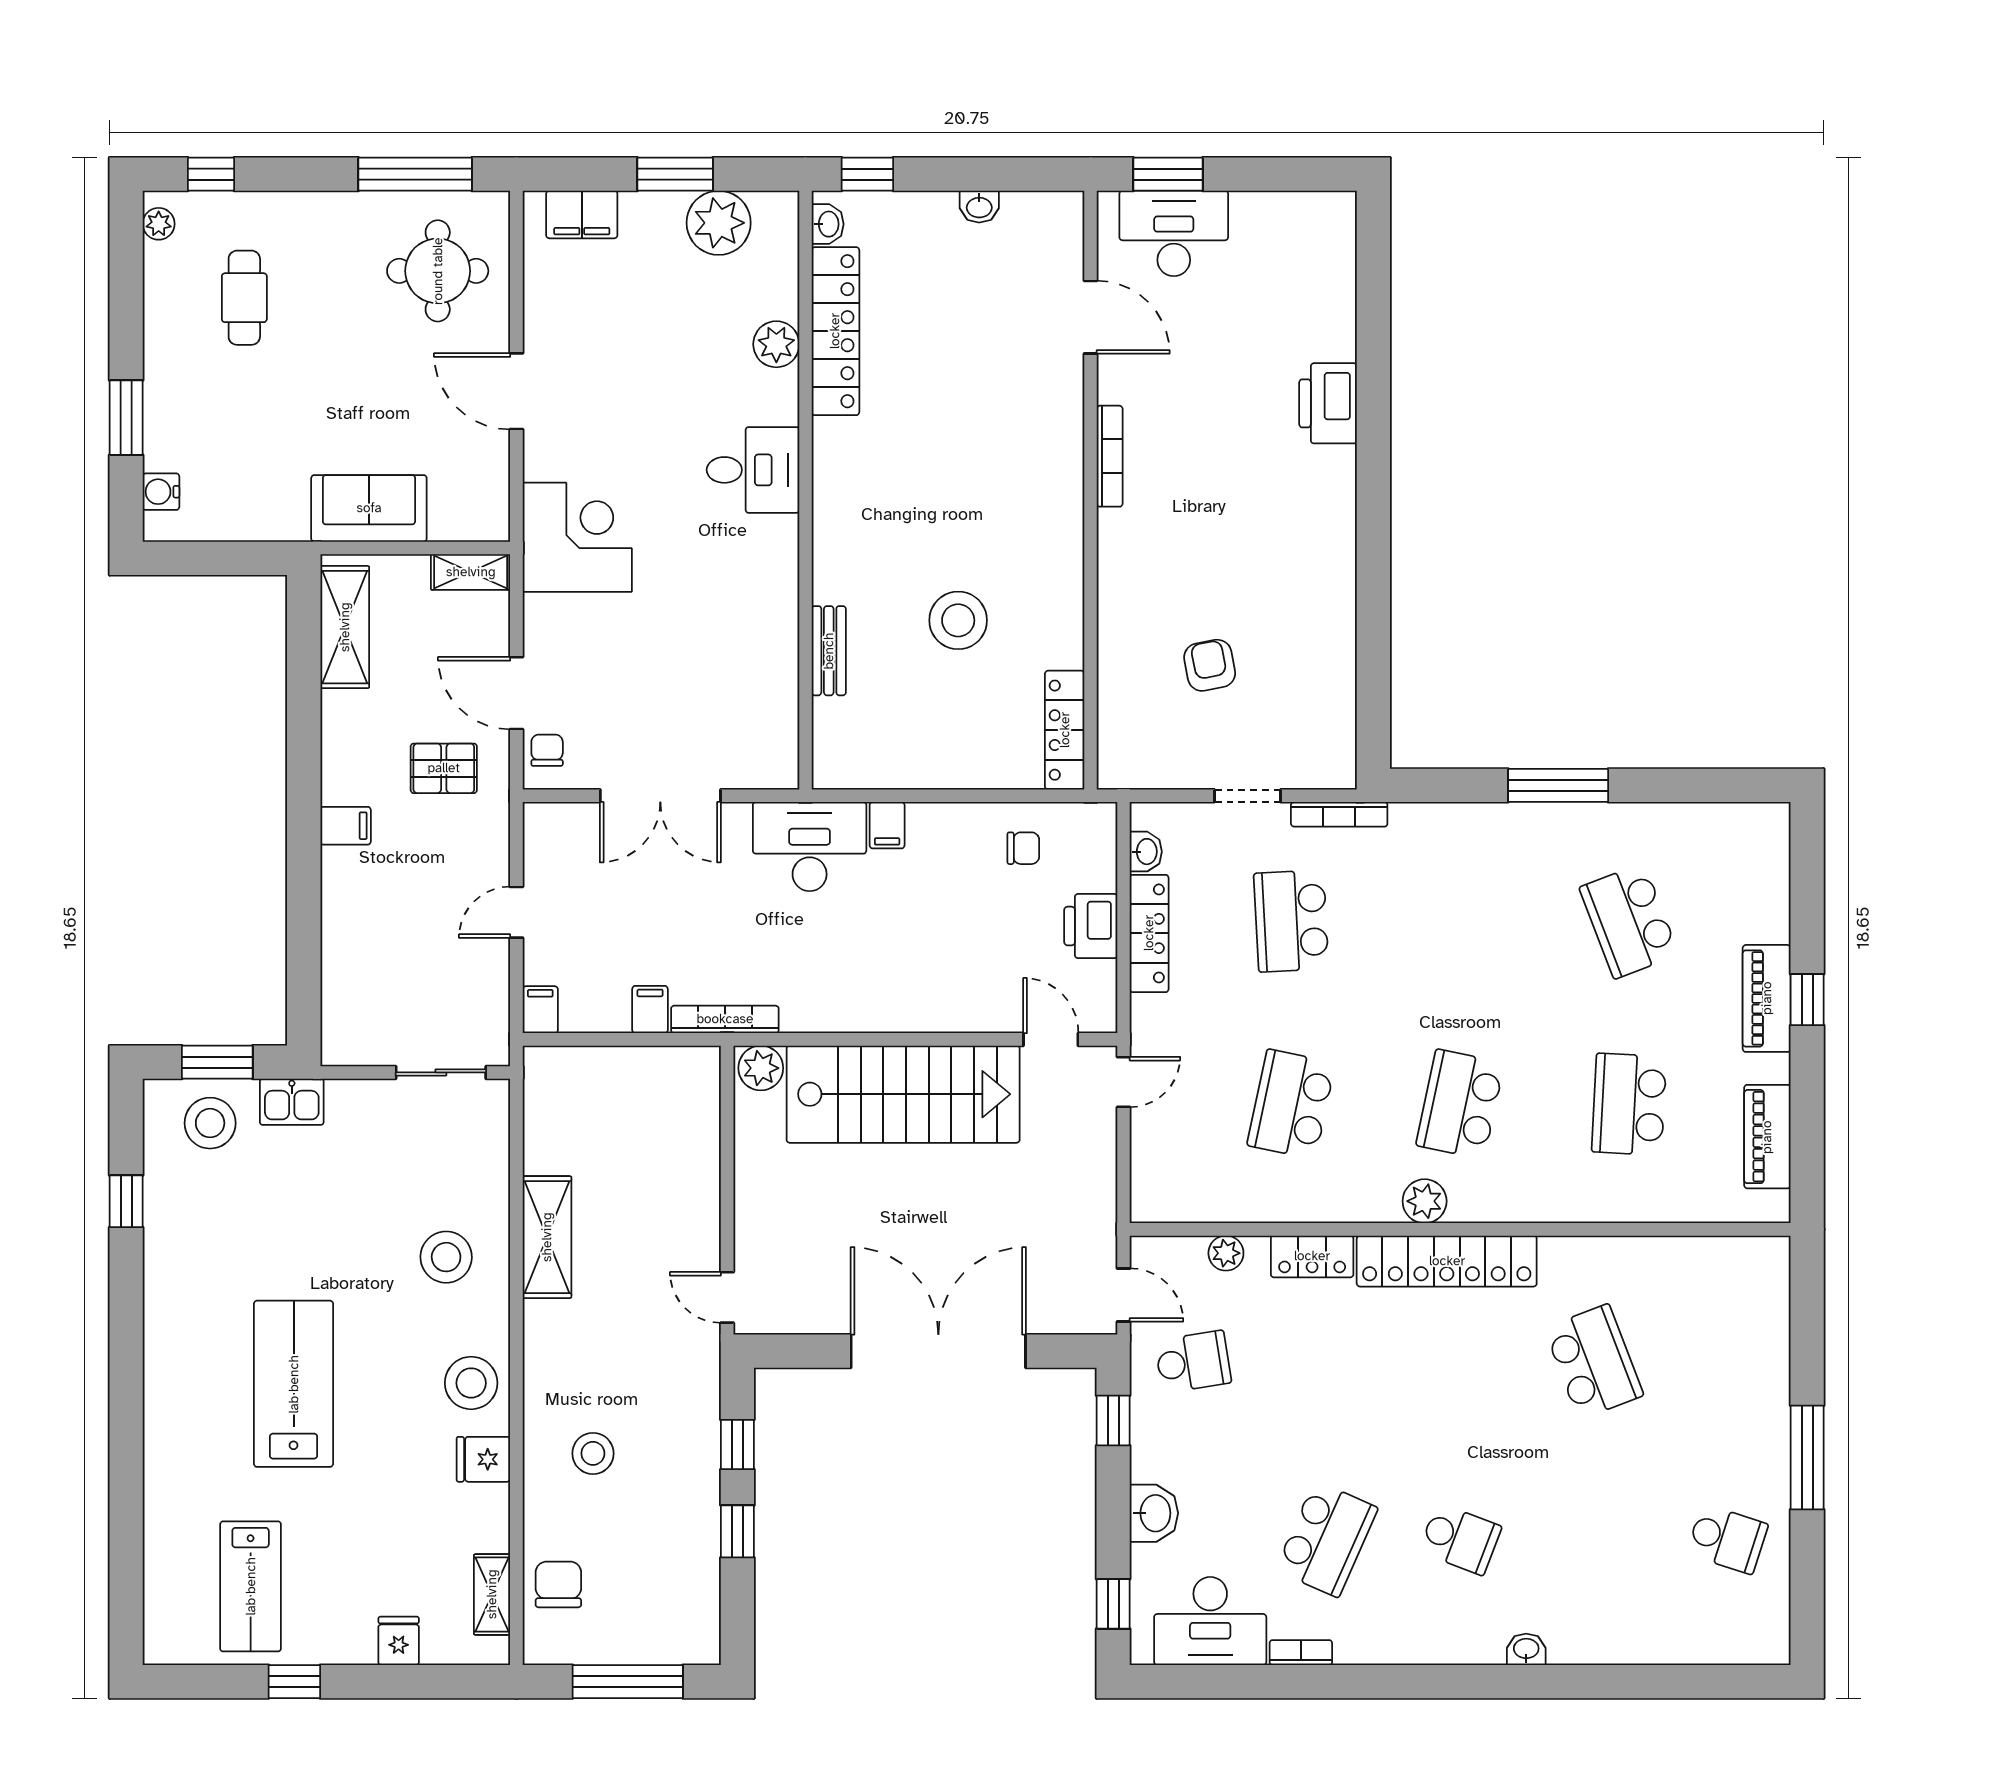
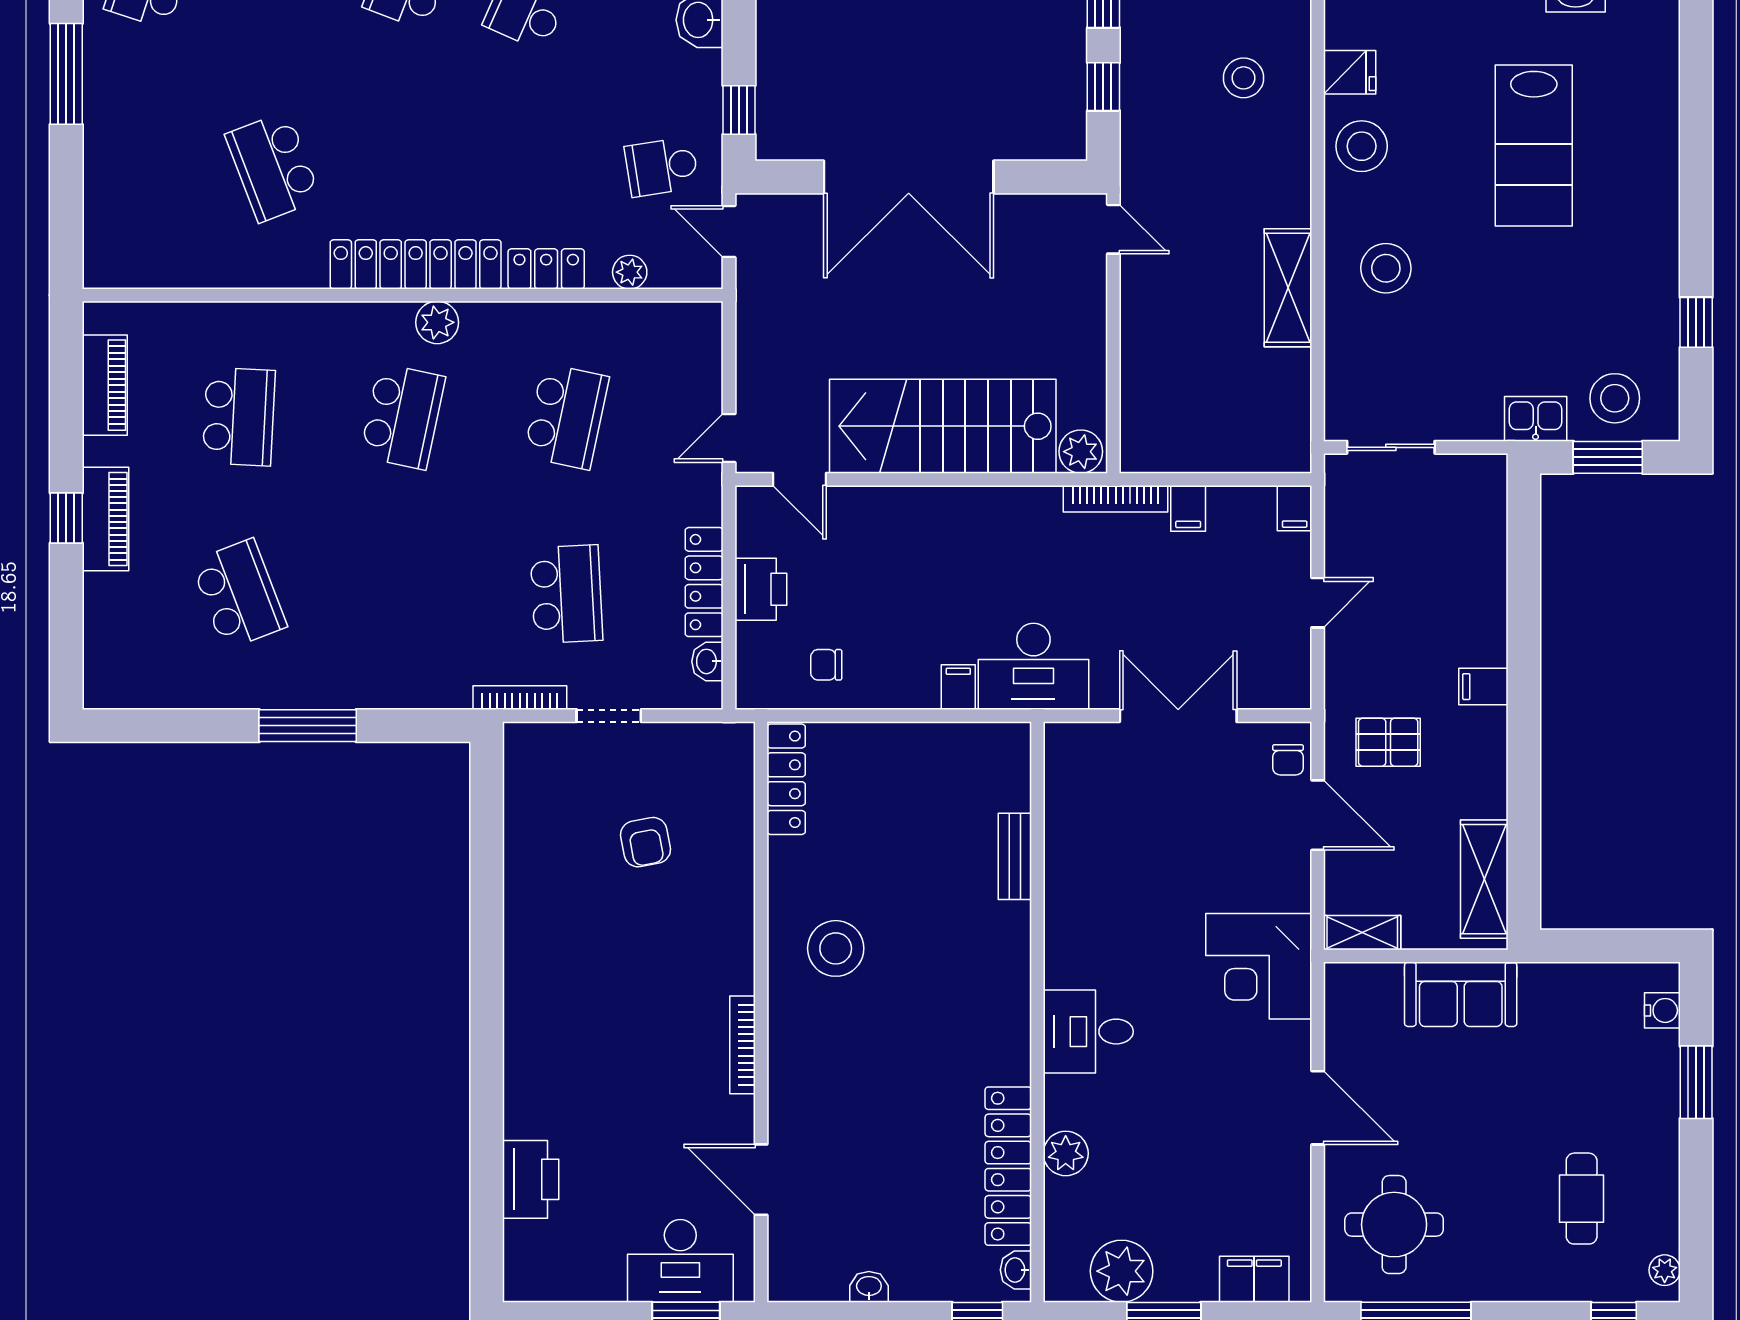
printer: (1328, 403) -> (531, 1179), moved
stool: (958, 620) -> (836, 948), moved

